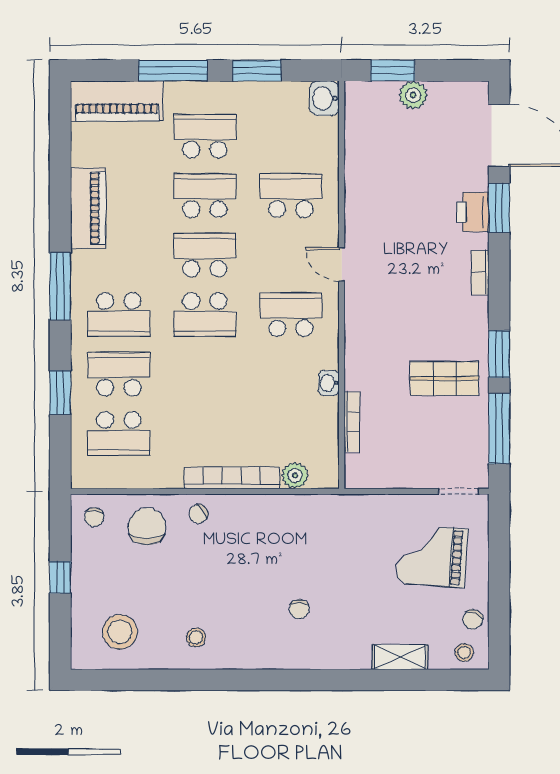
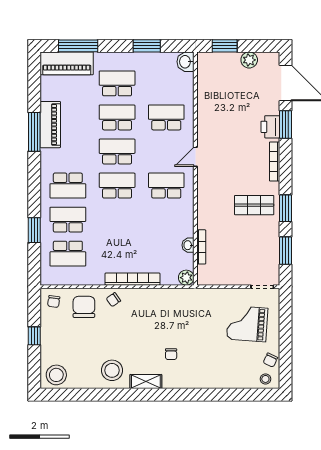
window: (173, 71) -> (78, 46), moved
plant: (413, 95) -> (249, 60), moved
door: (342, 264) -> (195, 157), hinge flipped
bookcase: (480, 273) -> (275, 161), width x1.56
window: (60, 286) -> (34, 132), moved
school desk: (205, 315) -> (117, 186), turned 180
shop shelf: (444, 378) -> (254, 205), moved
washbasin: (329, 383) -> (188, 245), moved
window: (499, 428) -> (286, 251), width x0.69
plant: (295, 475) -> (186, 278), moved
stool: (120, 632) -> (56, 375), moved
stool: (196, 637) -> (112, 370), width x1.89, depth x1.89
shelving: (400, 657) -> (146, 382), moved

